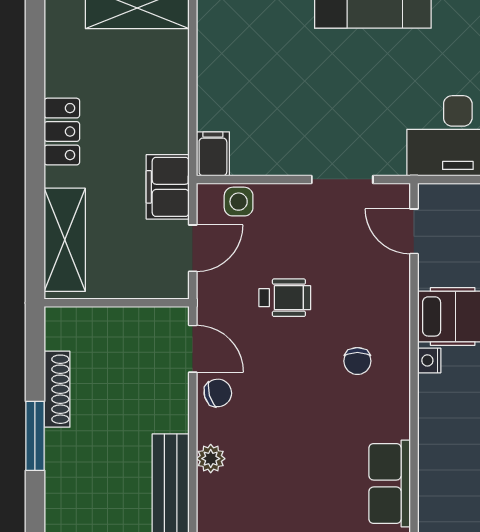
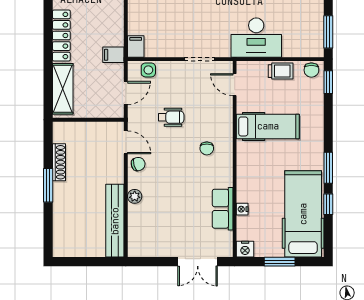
locker: (62, 132) -> (61, 35), width x1.53
filing cabinet: (168, 187) -> (113, 55), width x0.50
nightstand: (429, 360) -> (242, 209), moved

